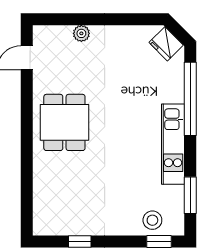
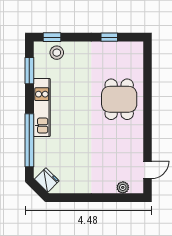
plant: (81, 33) -> (123, 187), moved
dining table: (64, 122) -> (119, 99), moved

